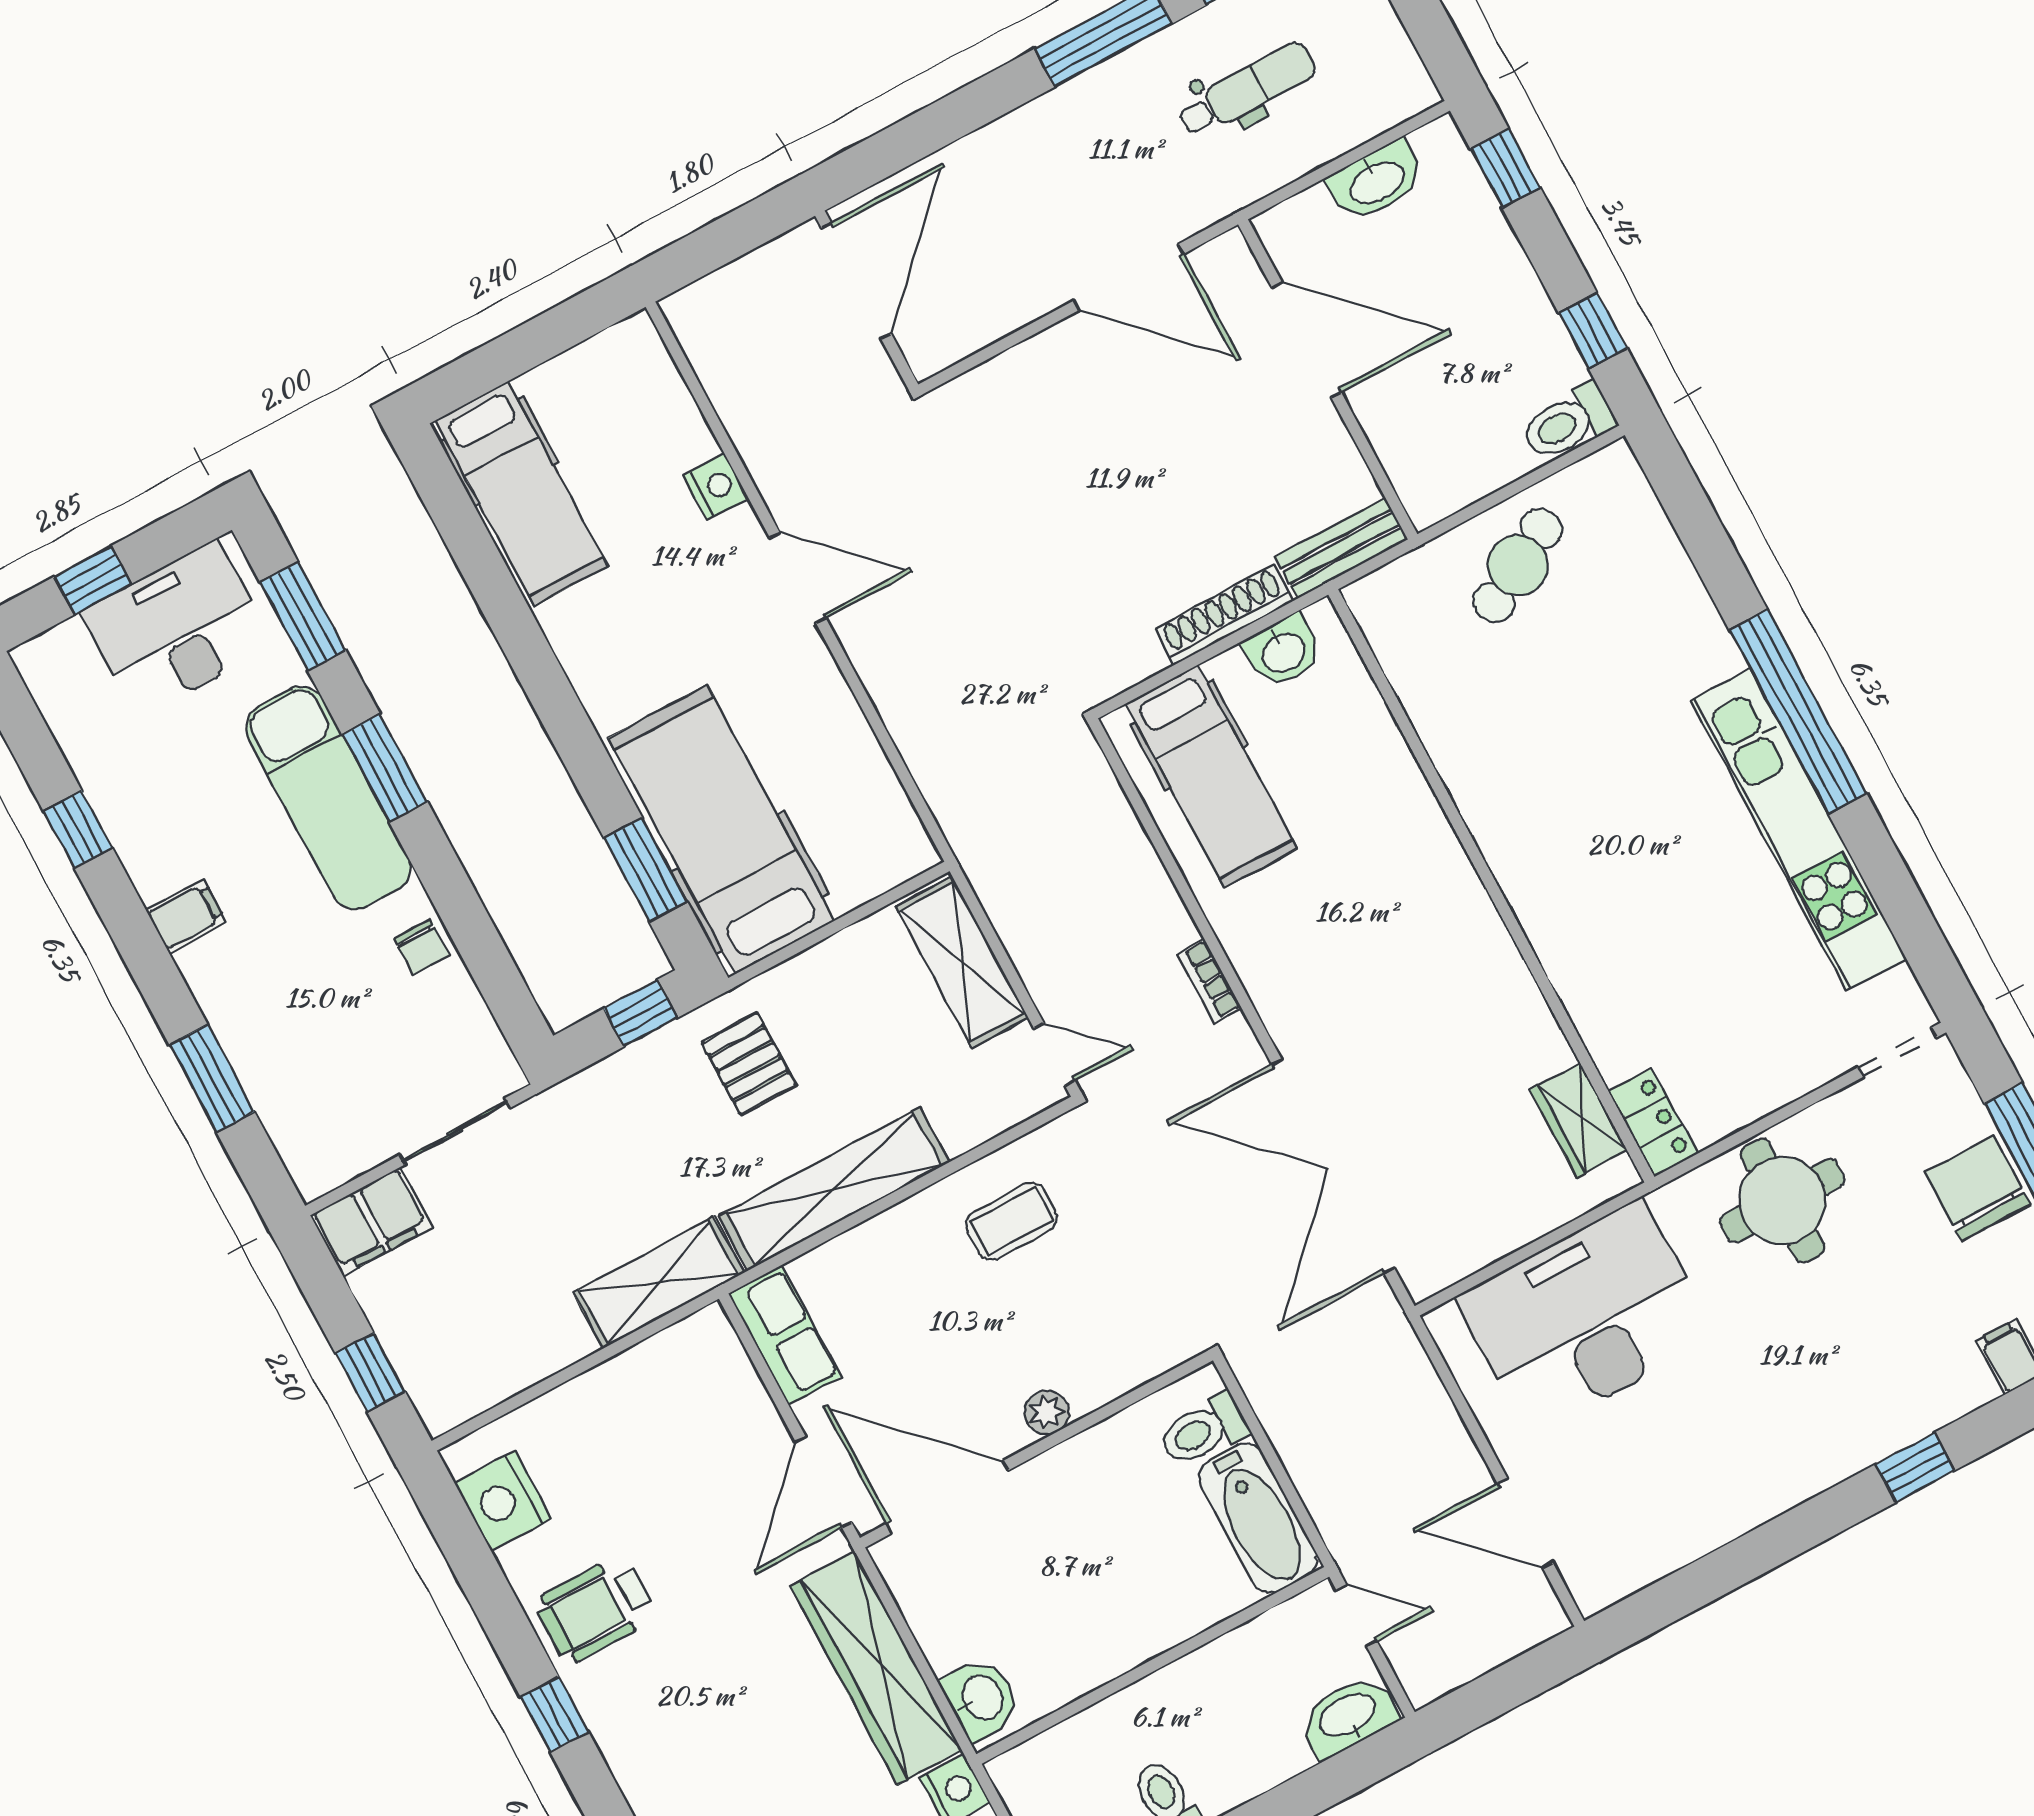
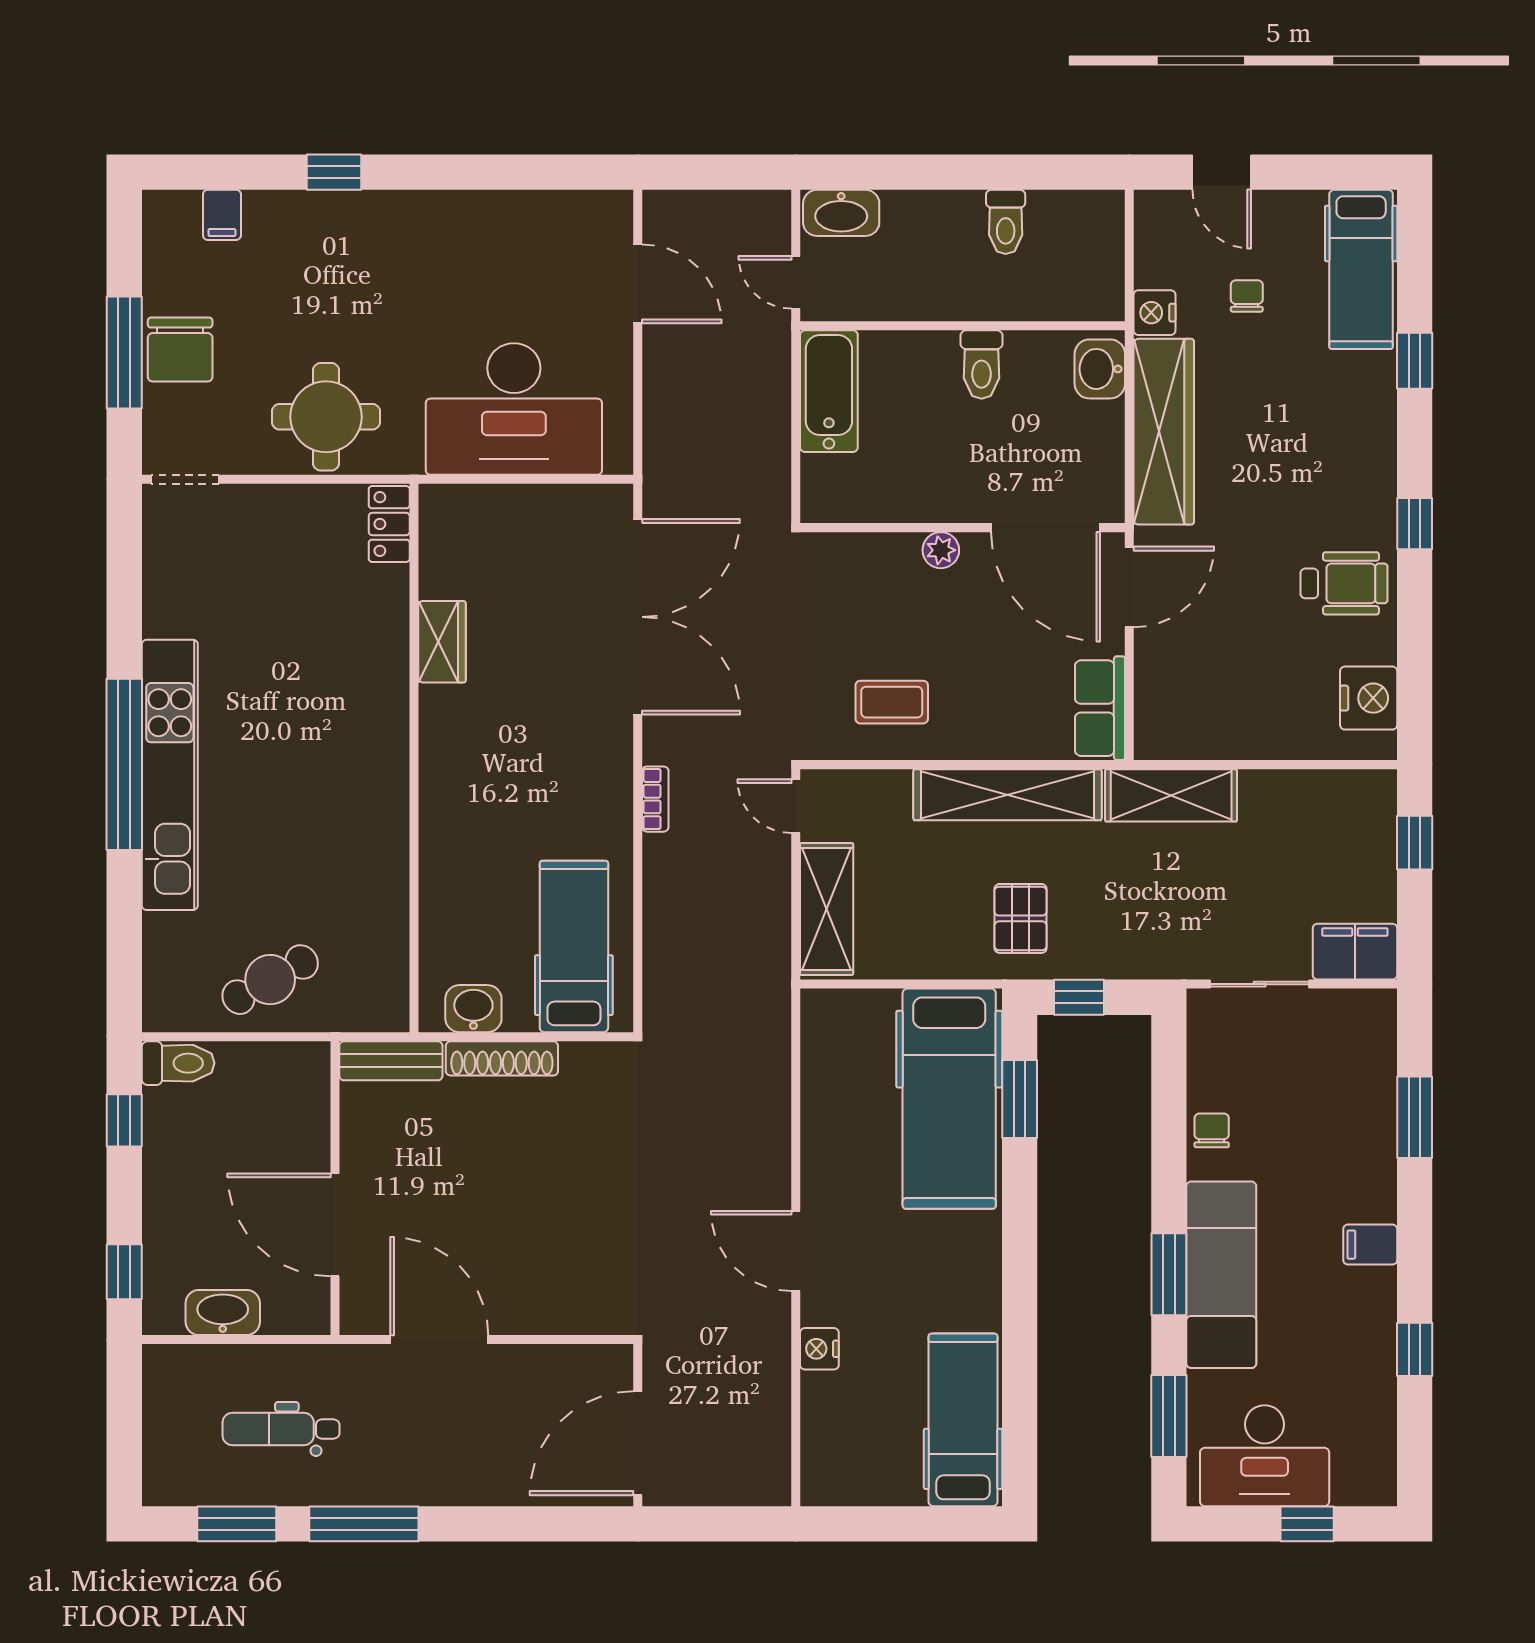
kitchen unit: (1799, 830) -> (170, 775), moved
wardrobe: (1579, 1120) -> (442, 642), moved
toilet: (1203, 1430) -> (982, 364), moved, turned 90

